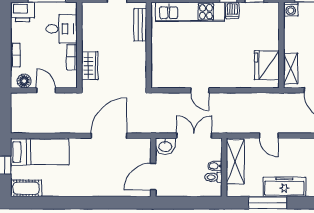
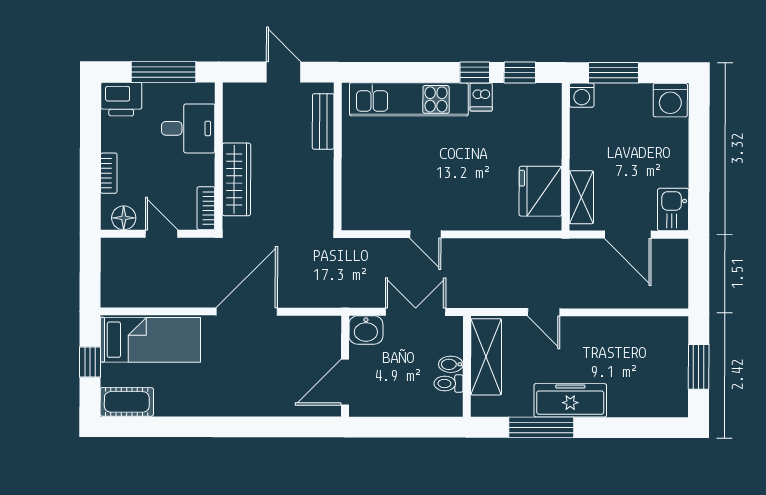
bookcase: (72, 57) -> (206, 208), moved
wardrobe: (90, 66) -> (236, 179), width x1.50
door: (109, 136) -> (247, 312), moved

